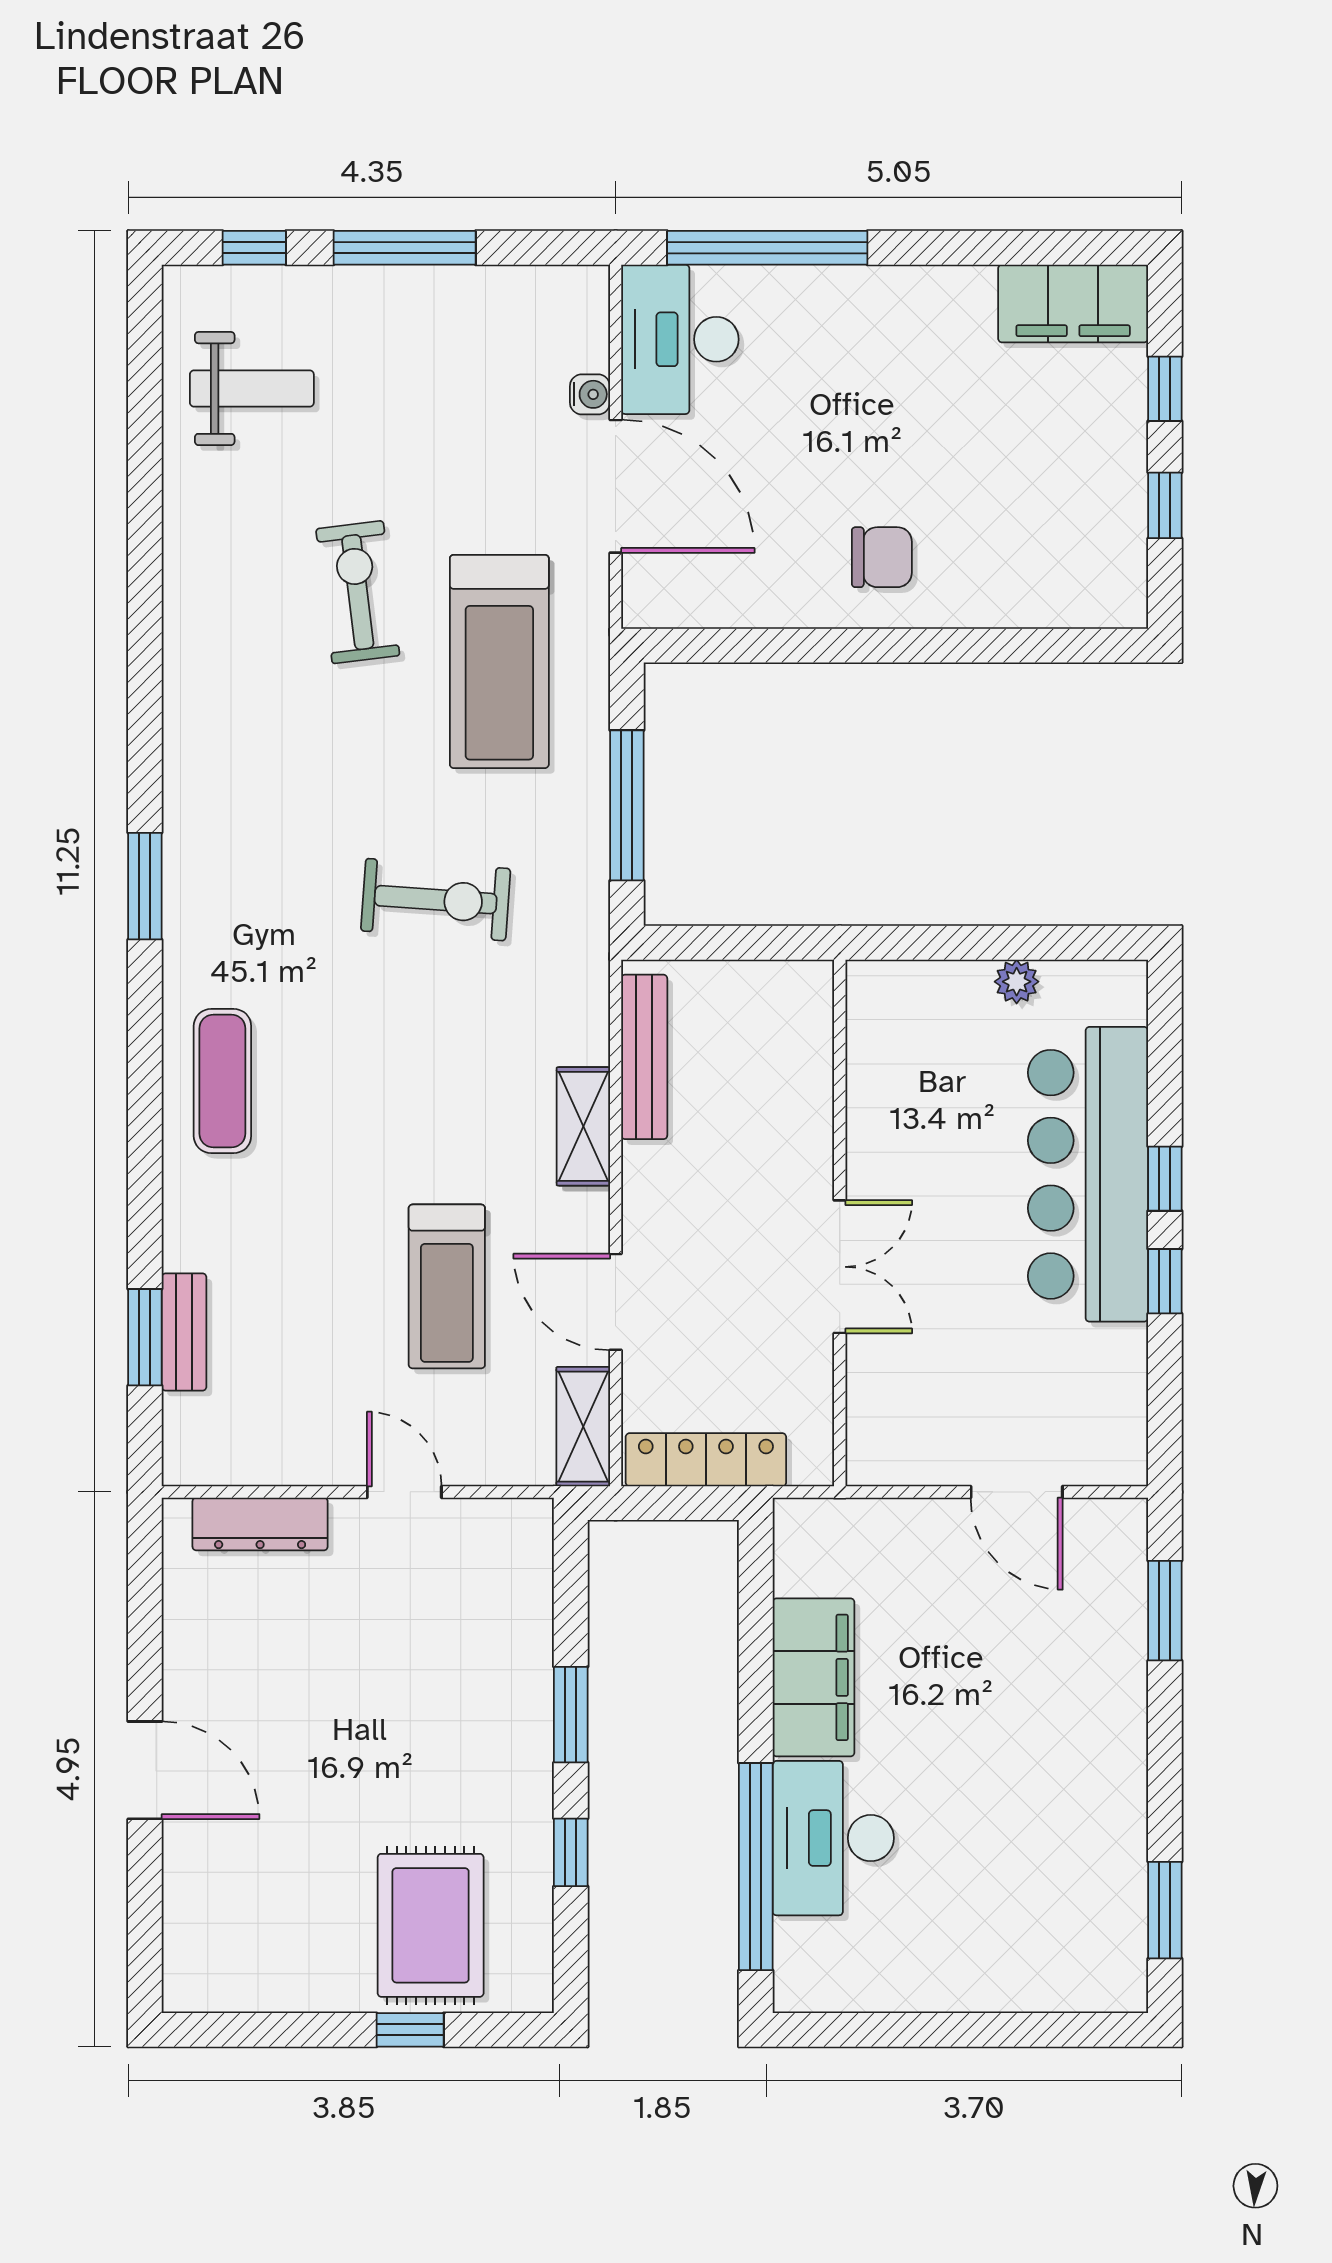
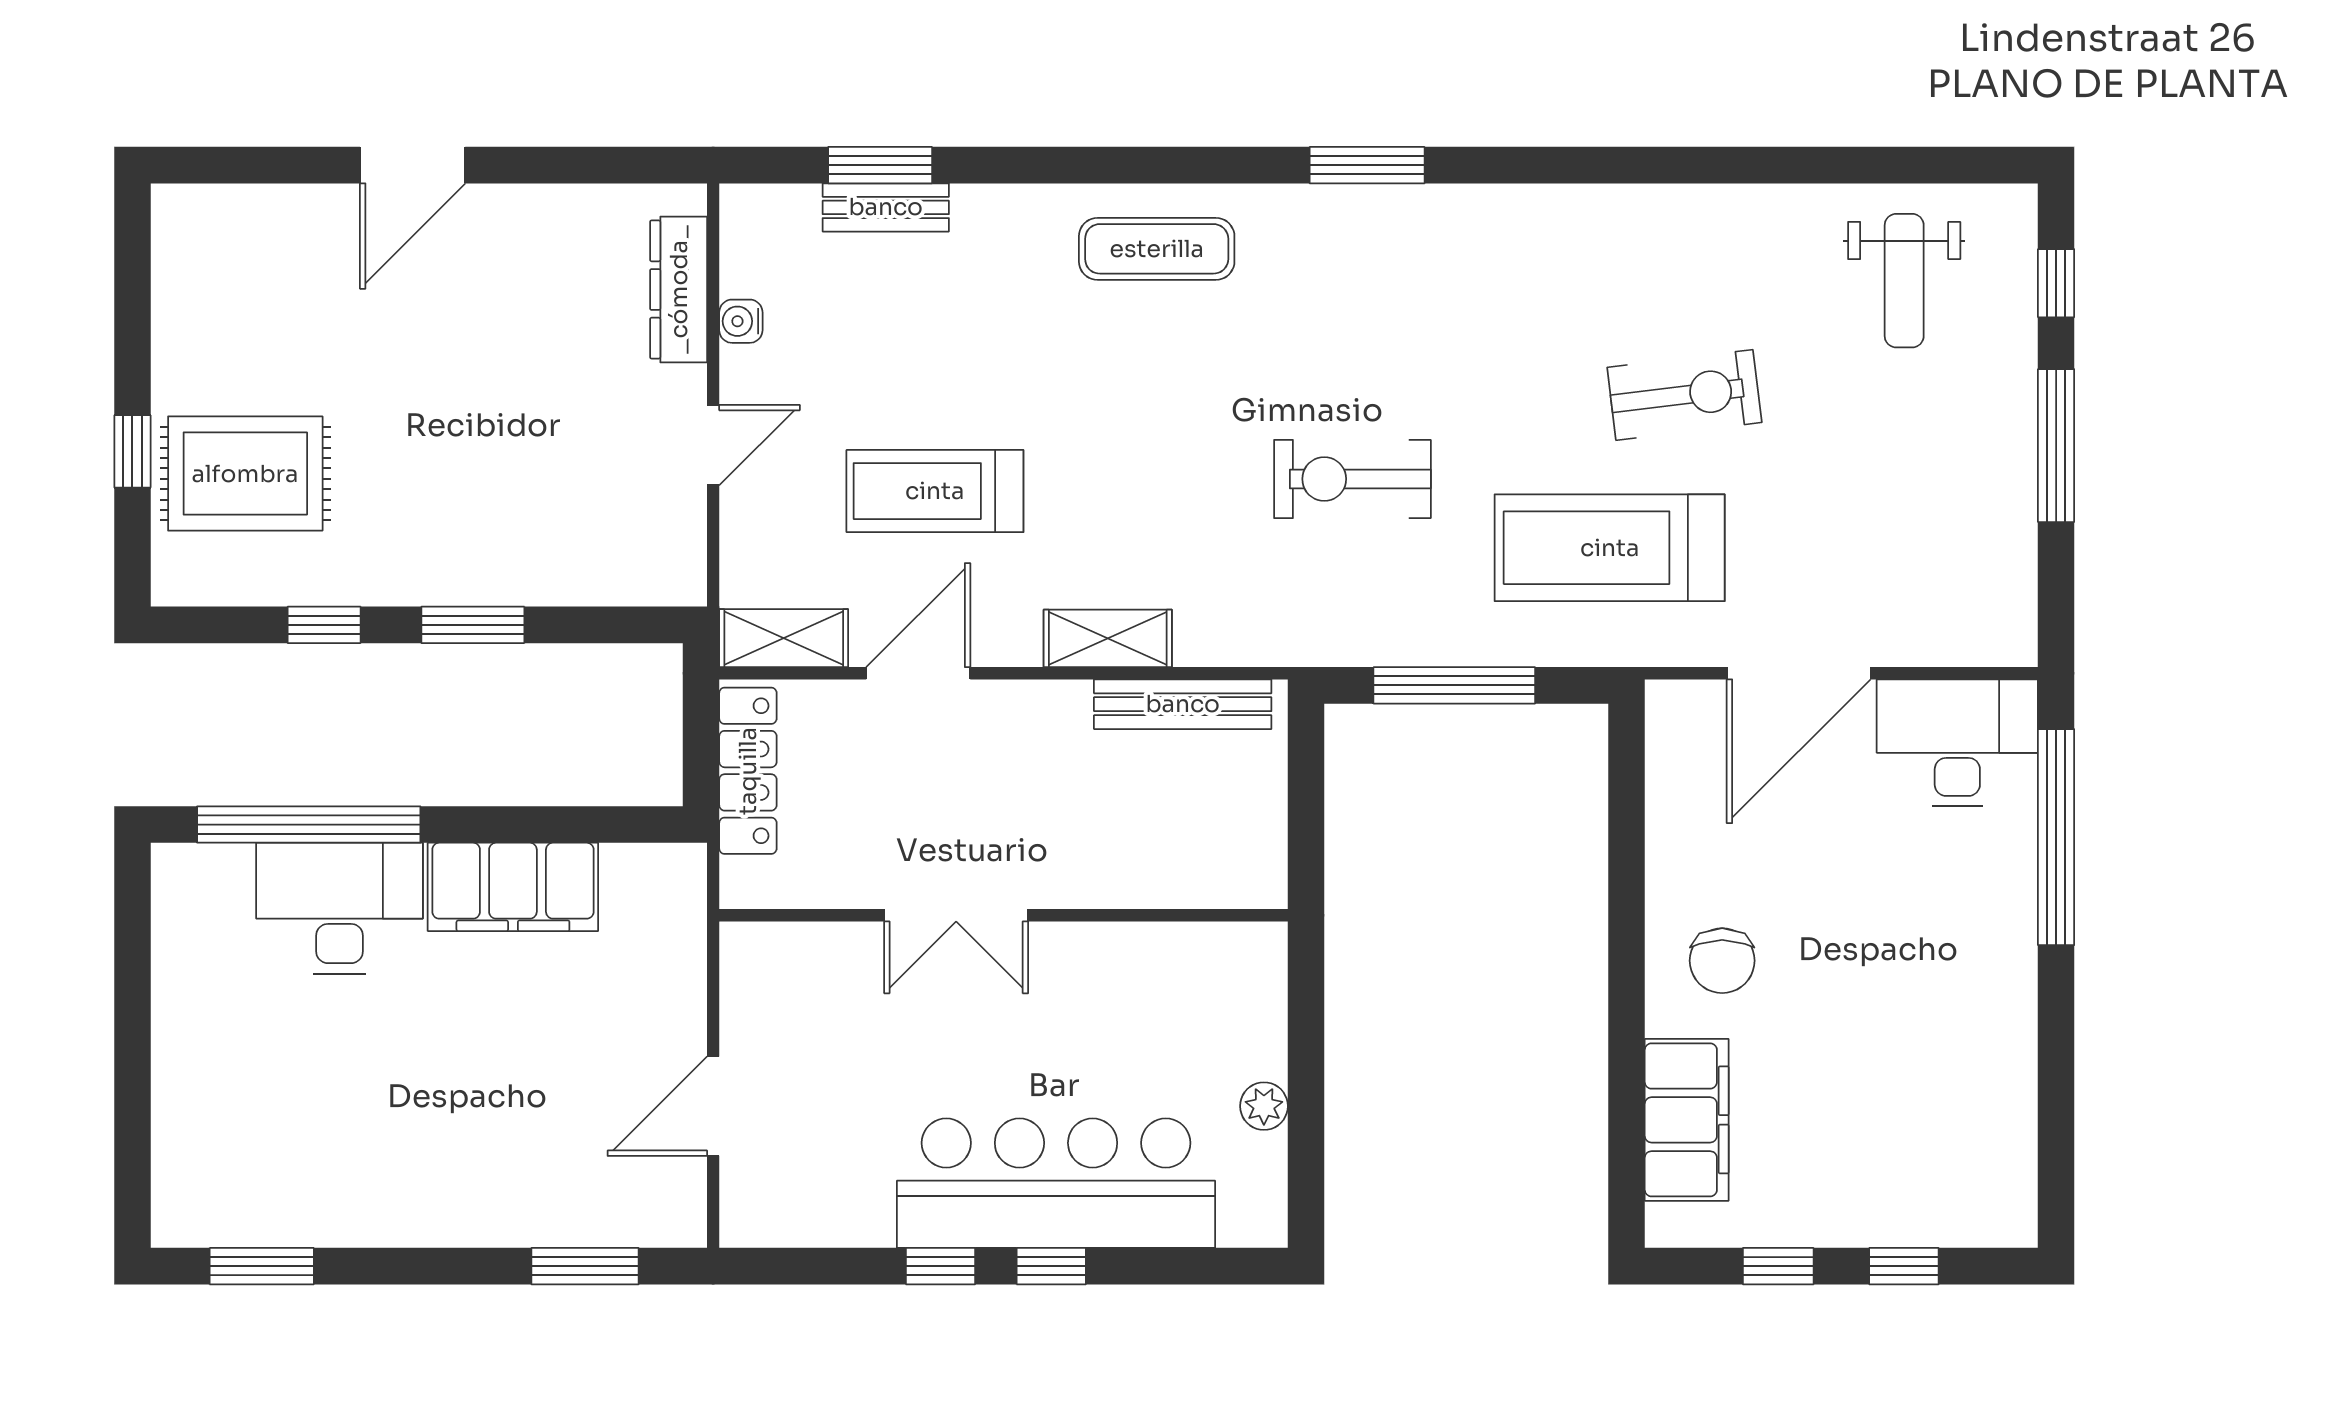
filing cabinet: (1073, 303) -> (1687, 1120), moved, turned 180
water cooler: (590, 394) -> (741, 321), moved, turned 90
exercise bike: (436, 900) -> (1352, 479), turned 86

